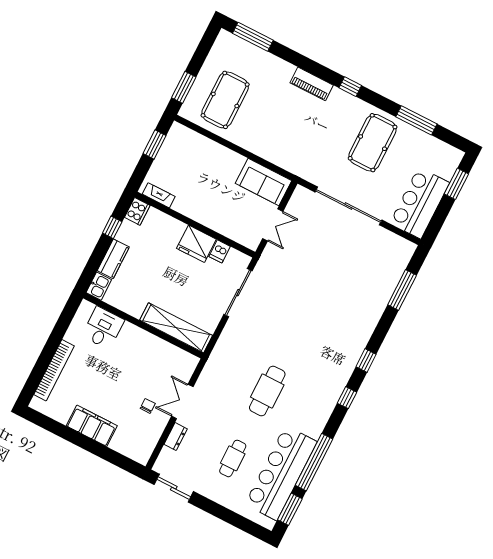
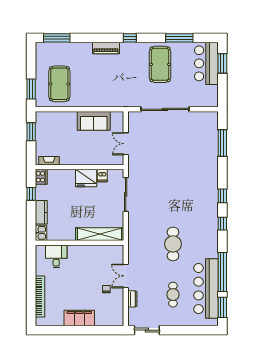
sofa: (264, 182) -> (94, 121), moved
bar counter: (420, 203) -> (206, 63), moved
double door: (273, 225) -> (126, 144), swing flipped

